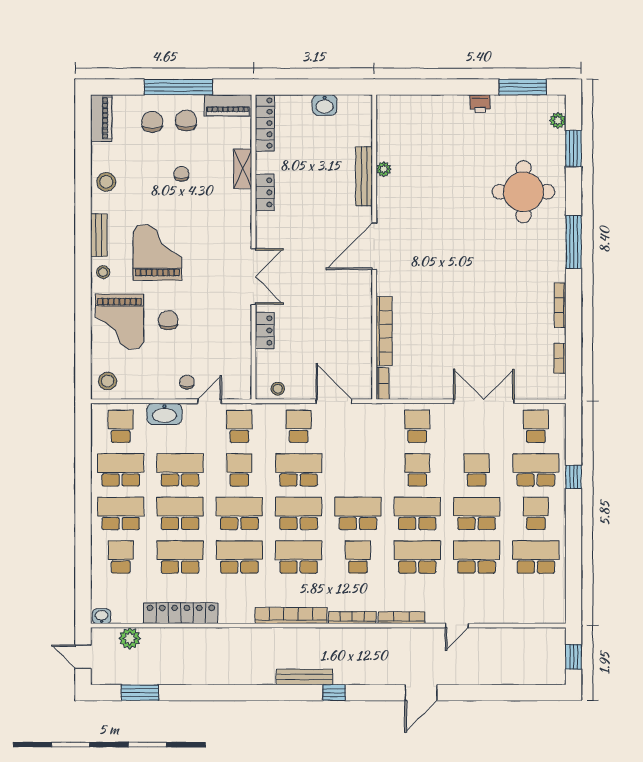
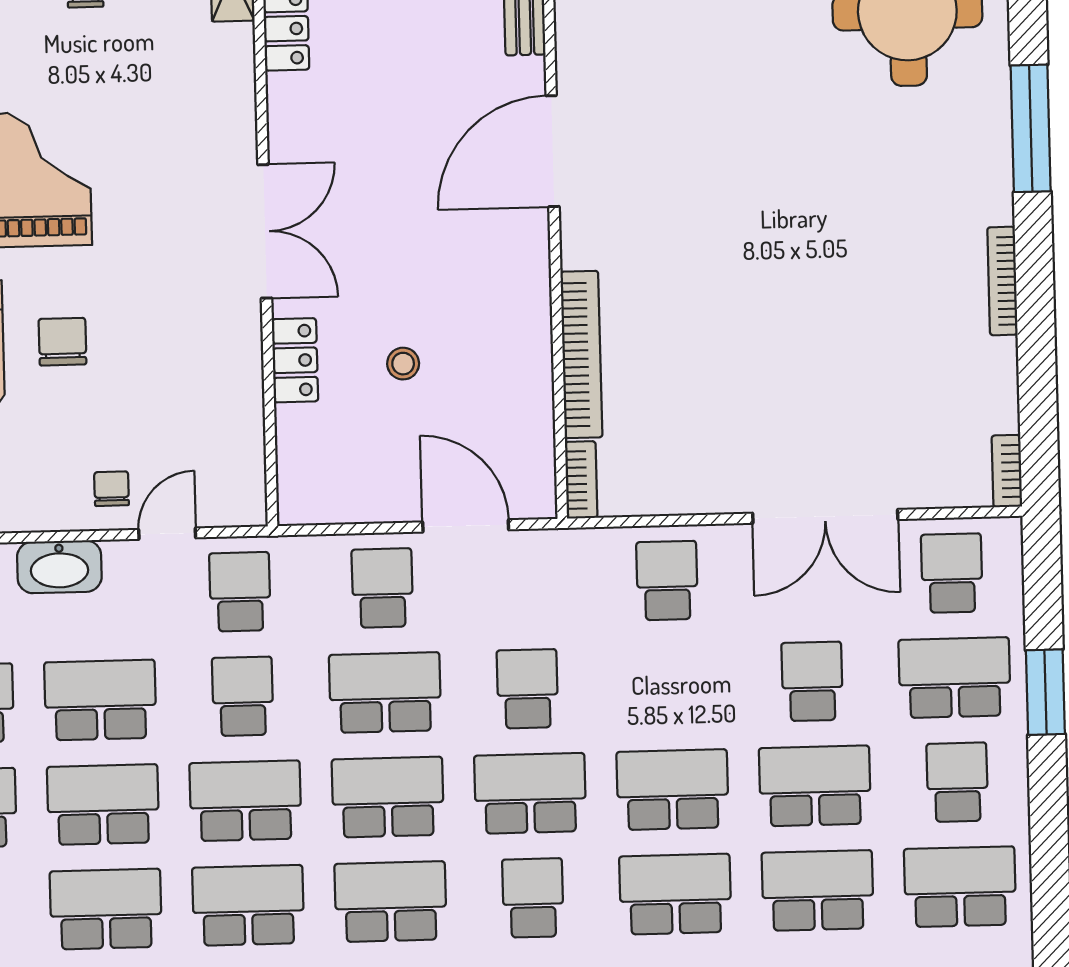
bookcase: (560, 358) -> (1007, 471), moved
stool: (278, 389) -> (403, 364), moved
double door: (484, 401) -> (825, 516), swing flipped
school desk: (417, 470) -> (527, 689), moved
window: (574, 477) -> (1045, 692), width x1.50

